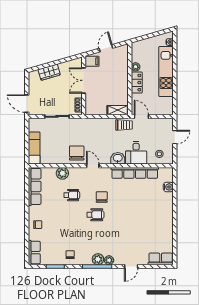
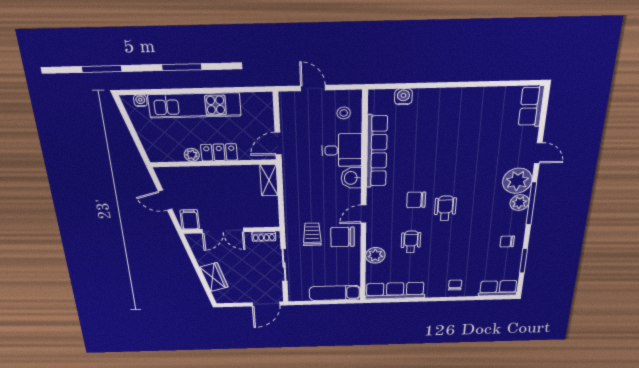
trolley: (124, 125) -> (312, 234), moved
plant: (109, 260) -> (517, 181), width x1.87, depth x1.87

